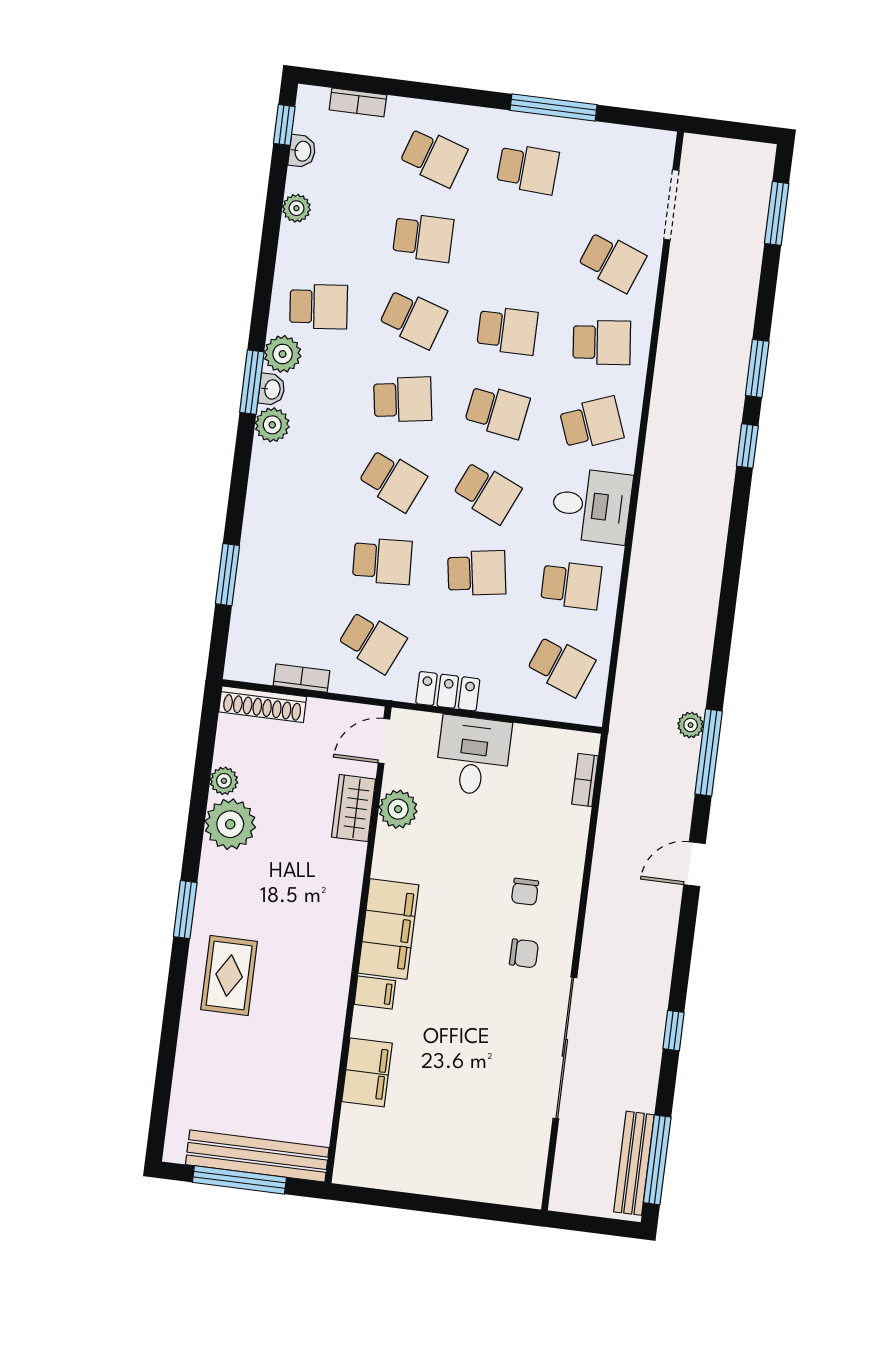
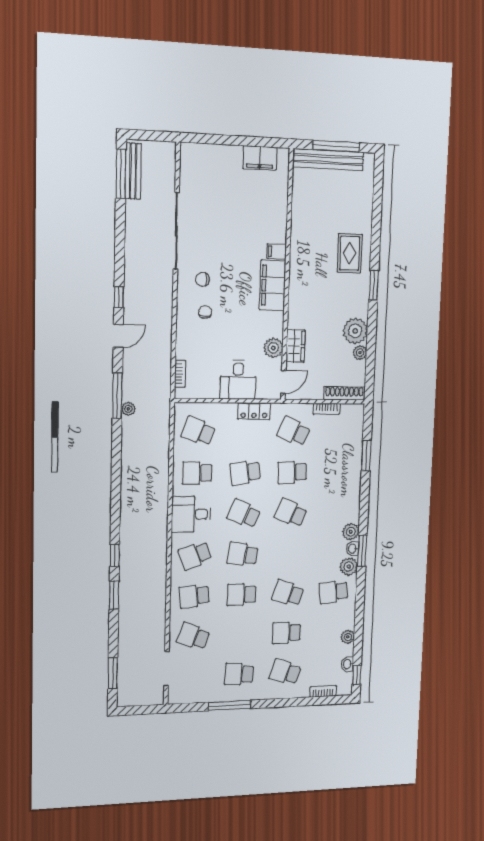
school desk: (403, 399) -> (289, 553), removed
window: (674, 1031) -> (119, 297), moved
filing cabinet: (367, 1072) -> (260, 158), moved, turned -90

